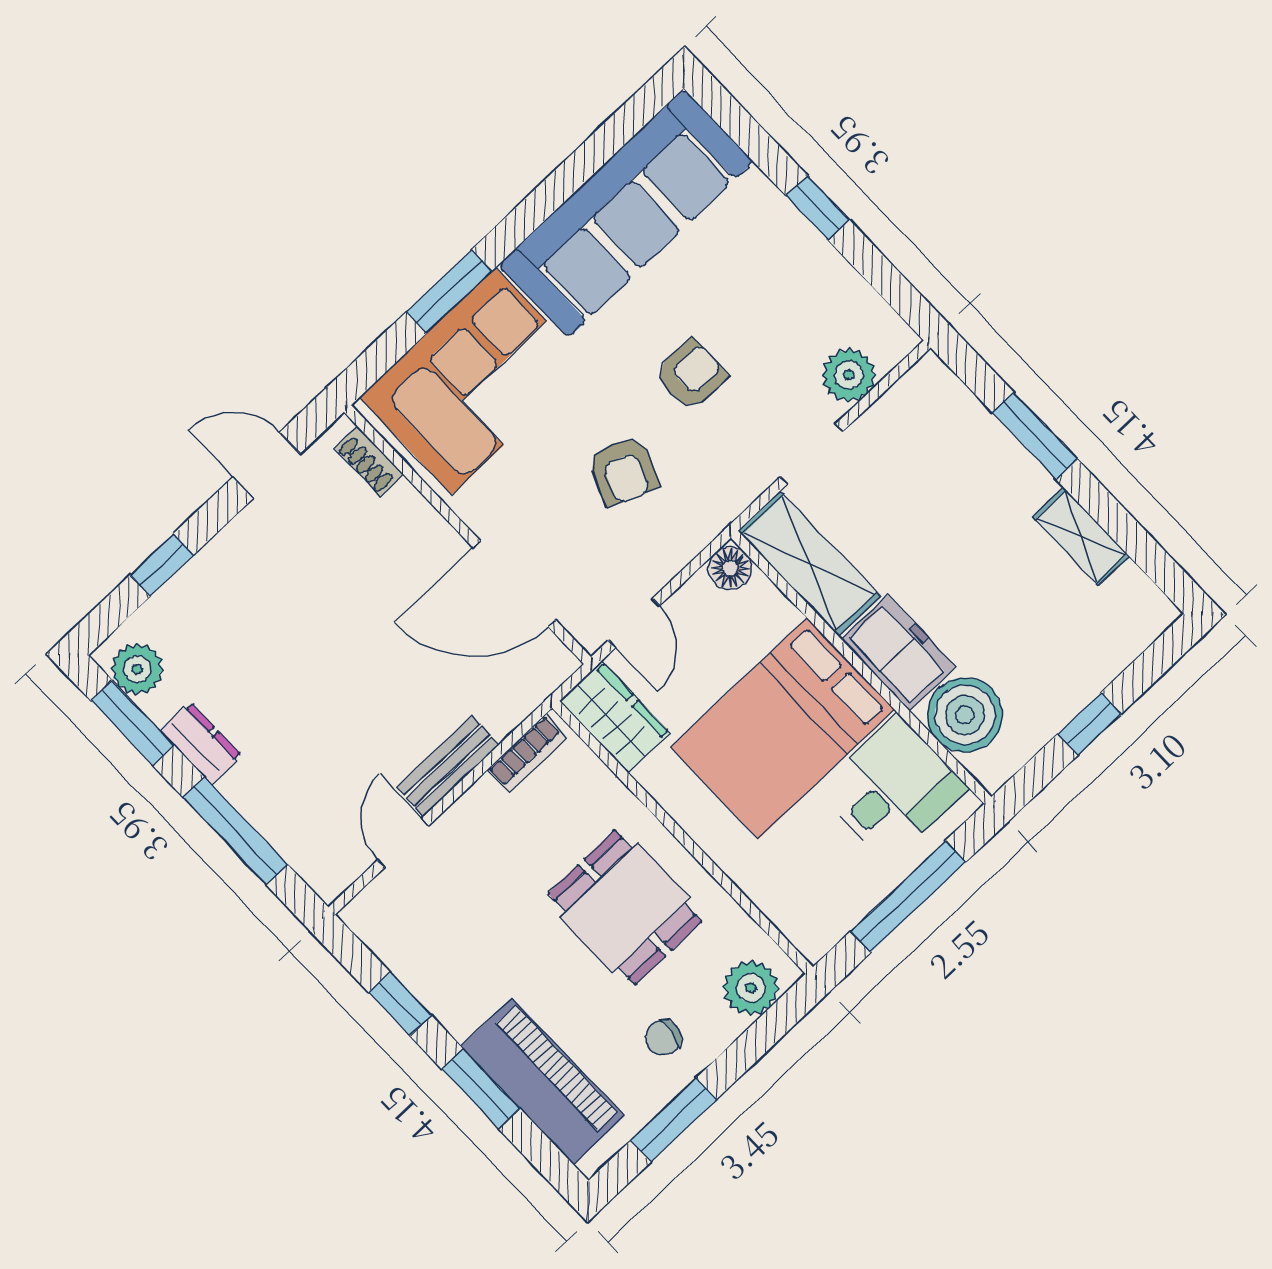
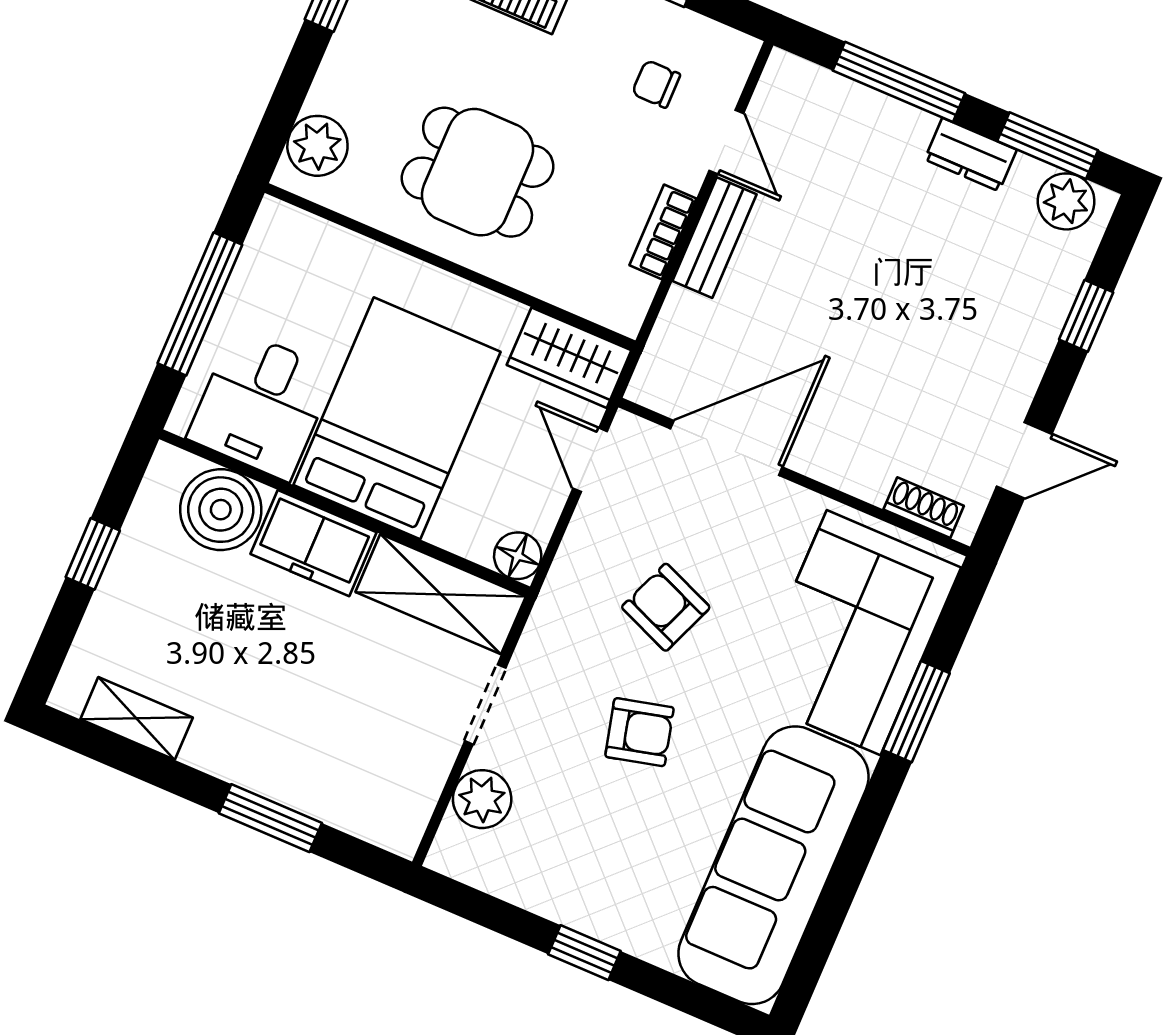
armchair: (691, 375) -> (639, 732), turned -104
shelving: (1081, 536) -> (137, 718), moved
bookcase: (527, 754) -> (663, 232), moved
chair: (663, 1038) -> (656, 84), moved, turned -100

